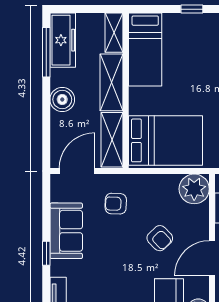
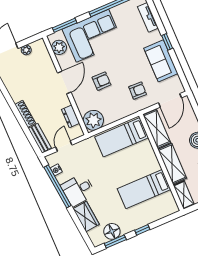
bed: (145, 50) -> (144, 189), moved, turned -90
bed: (166, 140) -> (122, 137), width x0.67
armchair: (160, 238) -> (101, 81), turned 134

